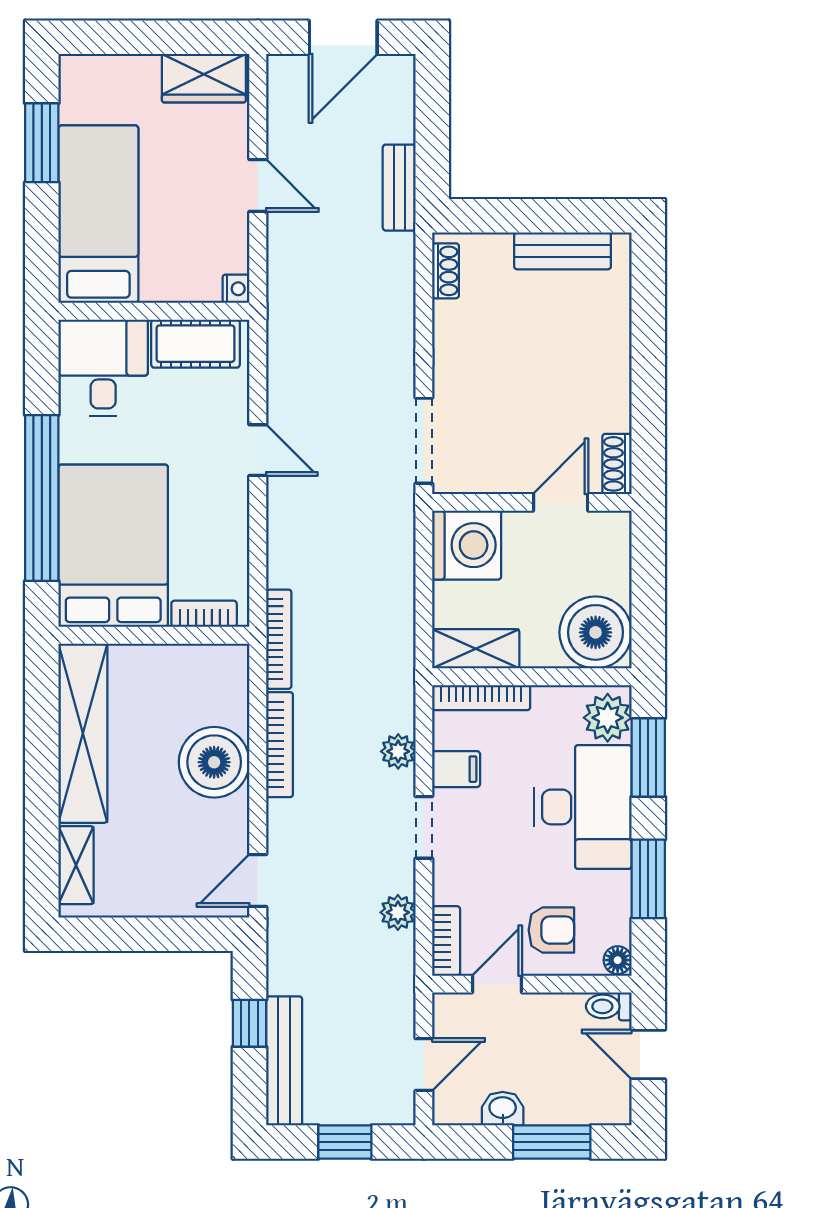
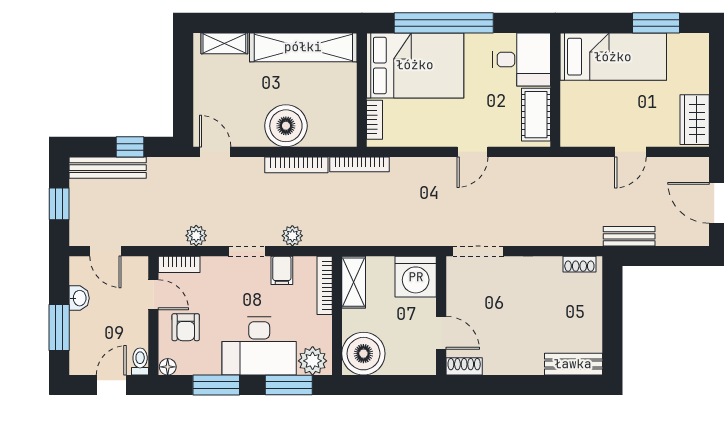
bench: (563, 251) -> (573, 364), moved, turned 90
nightstand: (236, 289) -> (569, 139), removed

